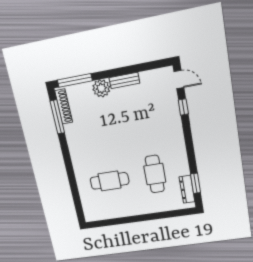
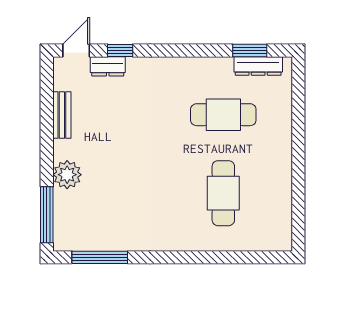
bench: (124, 80) -> (62, 115), moved
dresser: (172, 101) -> (108, 66), added
shoe rack: (64, 106) -> (85, 243), removed

